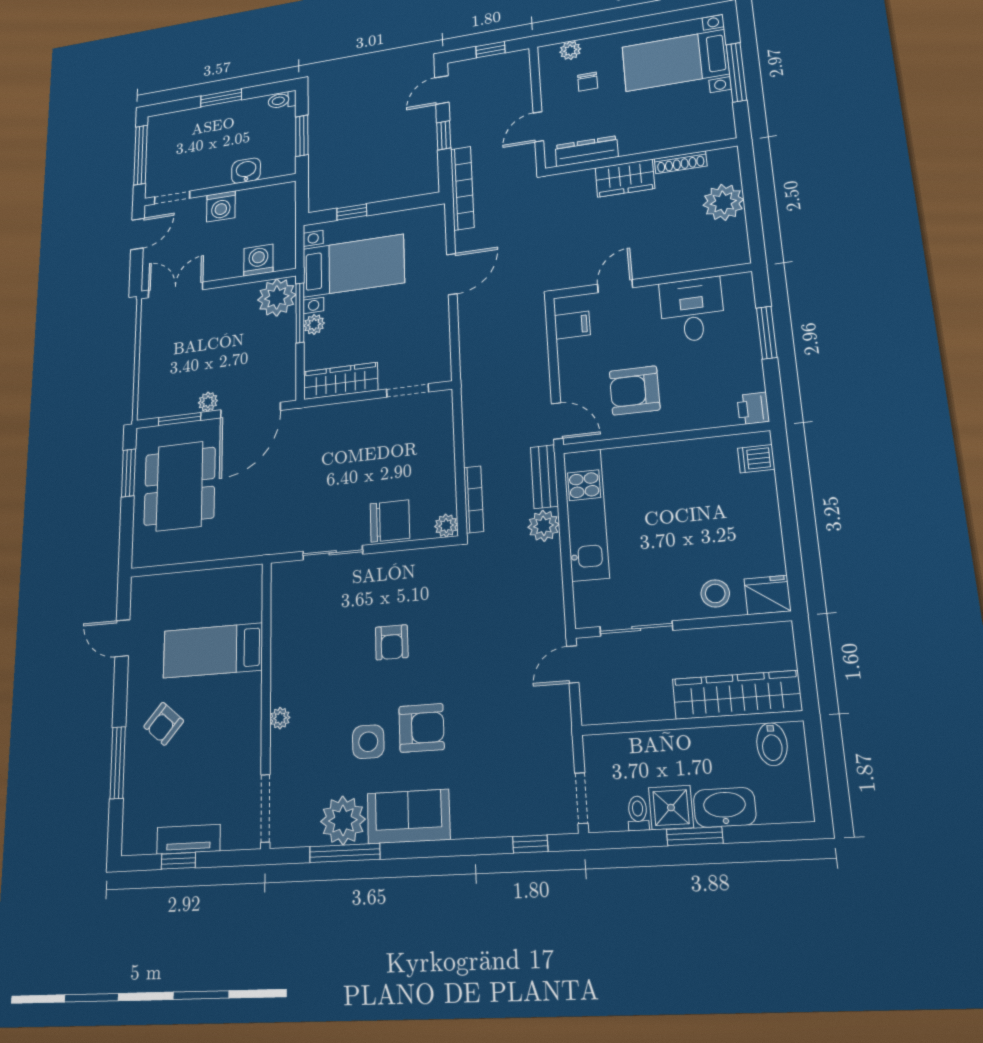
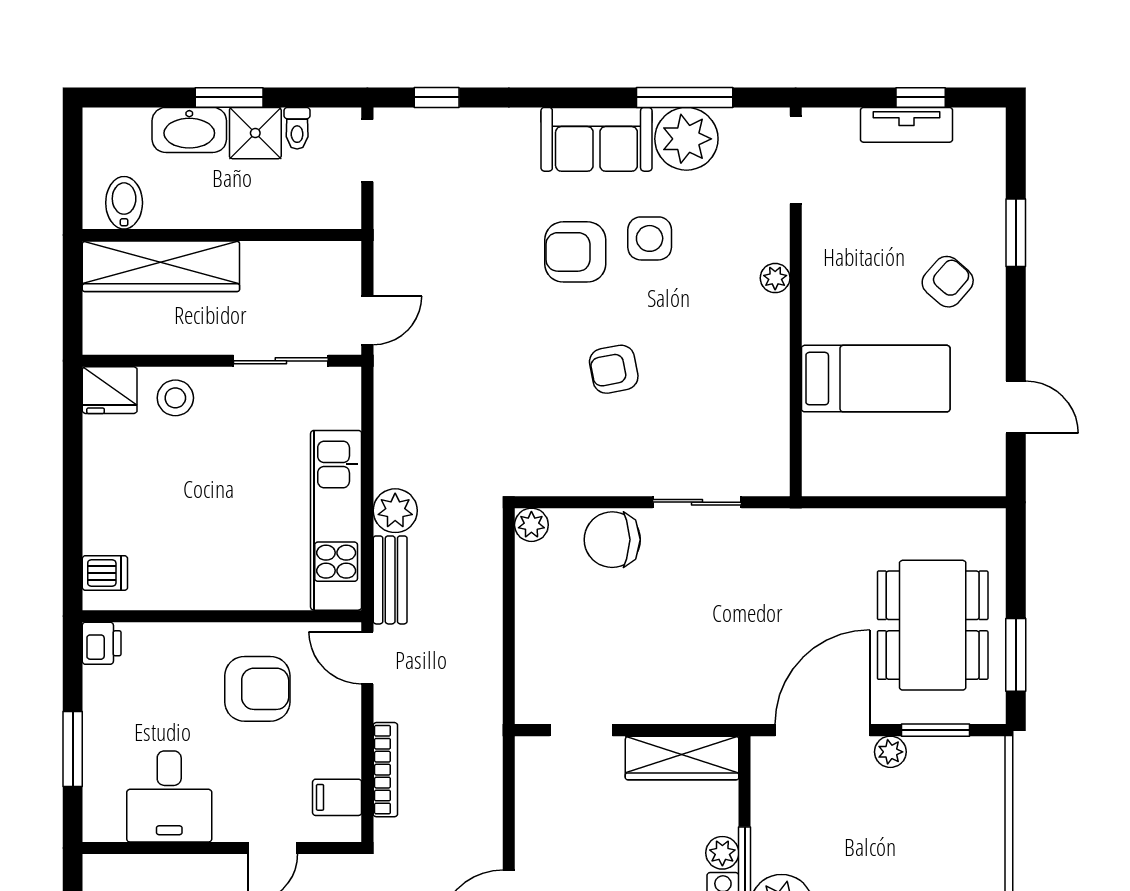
bookcase: (474, 499) -> (385, 770), moved, turned 180
armchair: (392, 642) -> (614, 369), turned -101
window: (118, 763) -> (1016, 233), width x0.69

